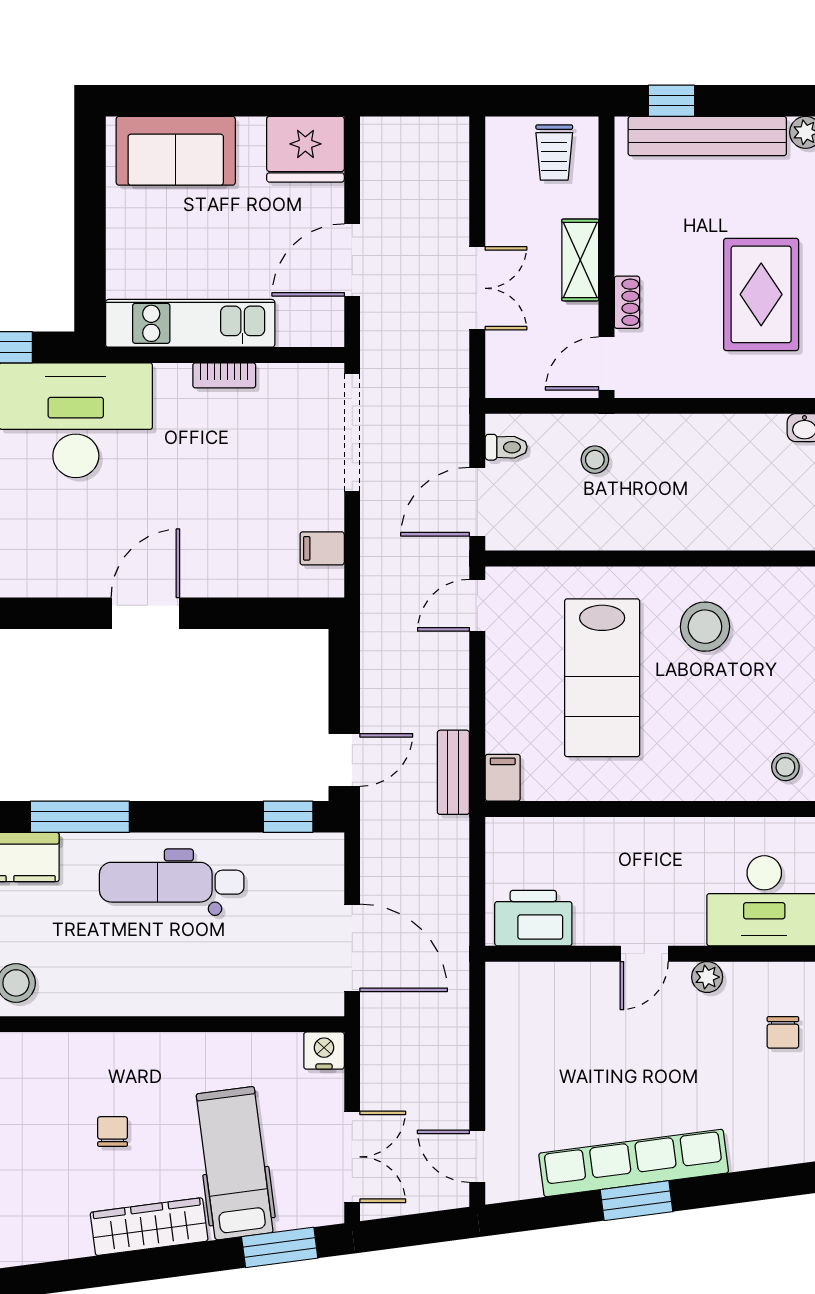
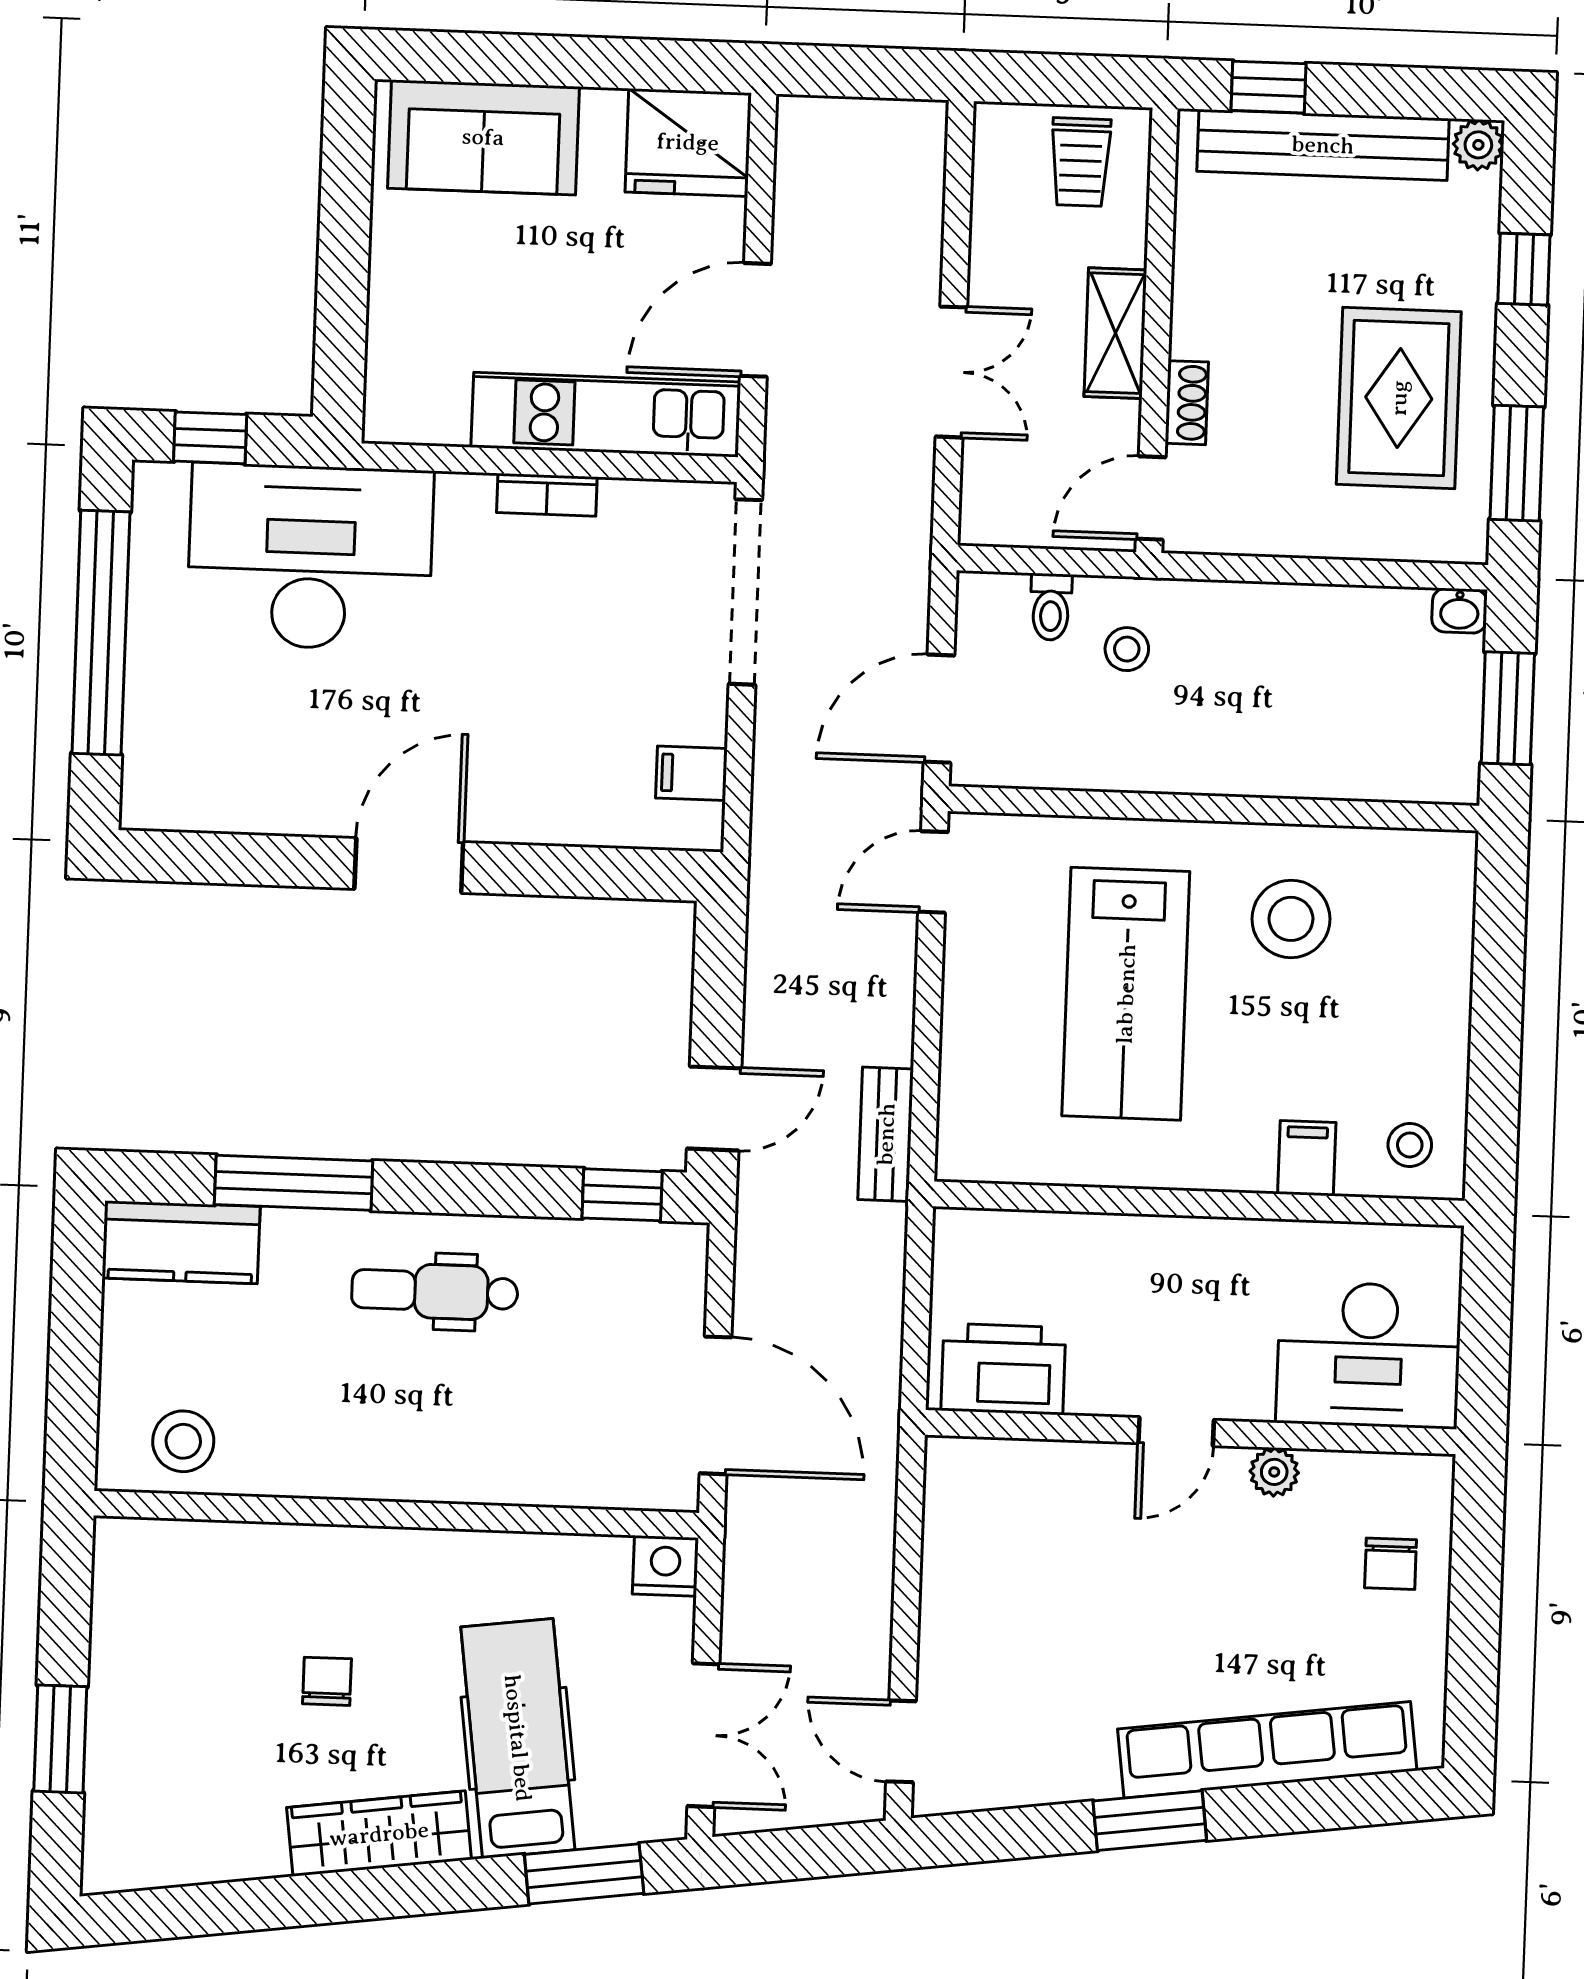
kitchen unit: (190, 323) -> (606, 415), moved
toilet: (506, 447) -> (1051, 607), moved, turned 90
filing cabinet: (503, 778) -> (1307, 1158), moved
dental chair: (172, 882) -> (435, 1291), width x0.73, depth x0.72
row of seats: (634, 1163) -> (1267, 1750), moved

